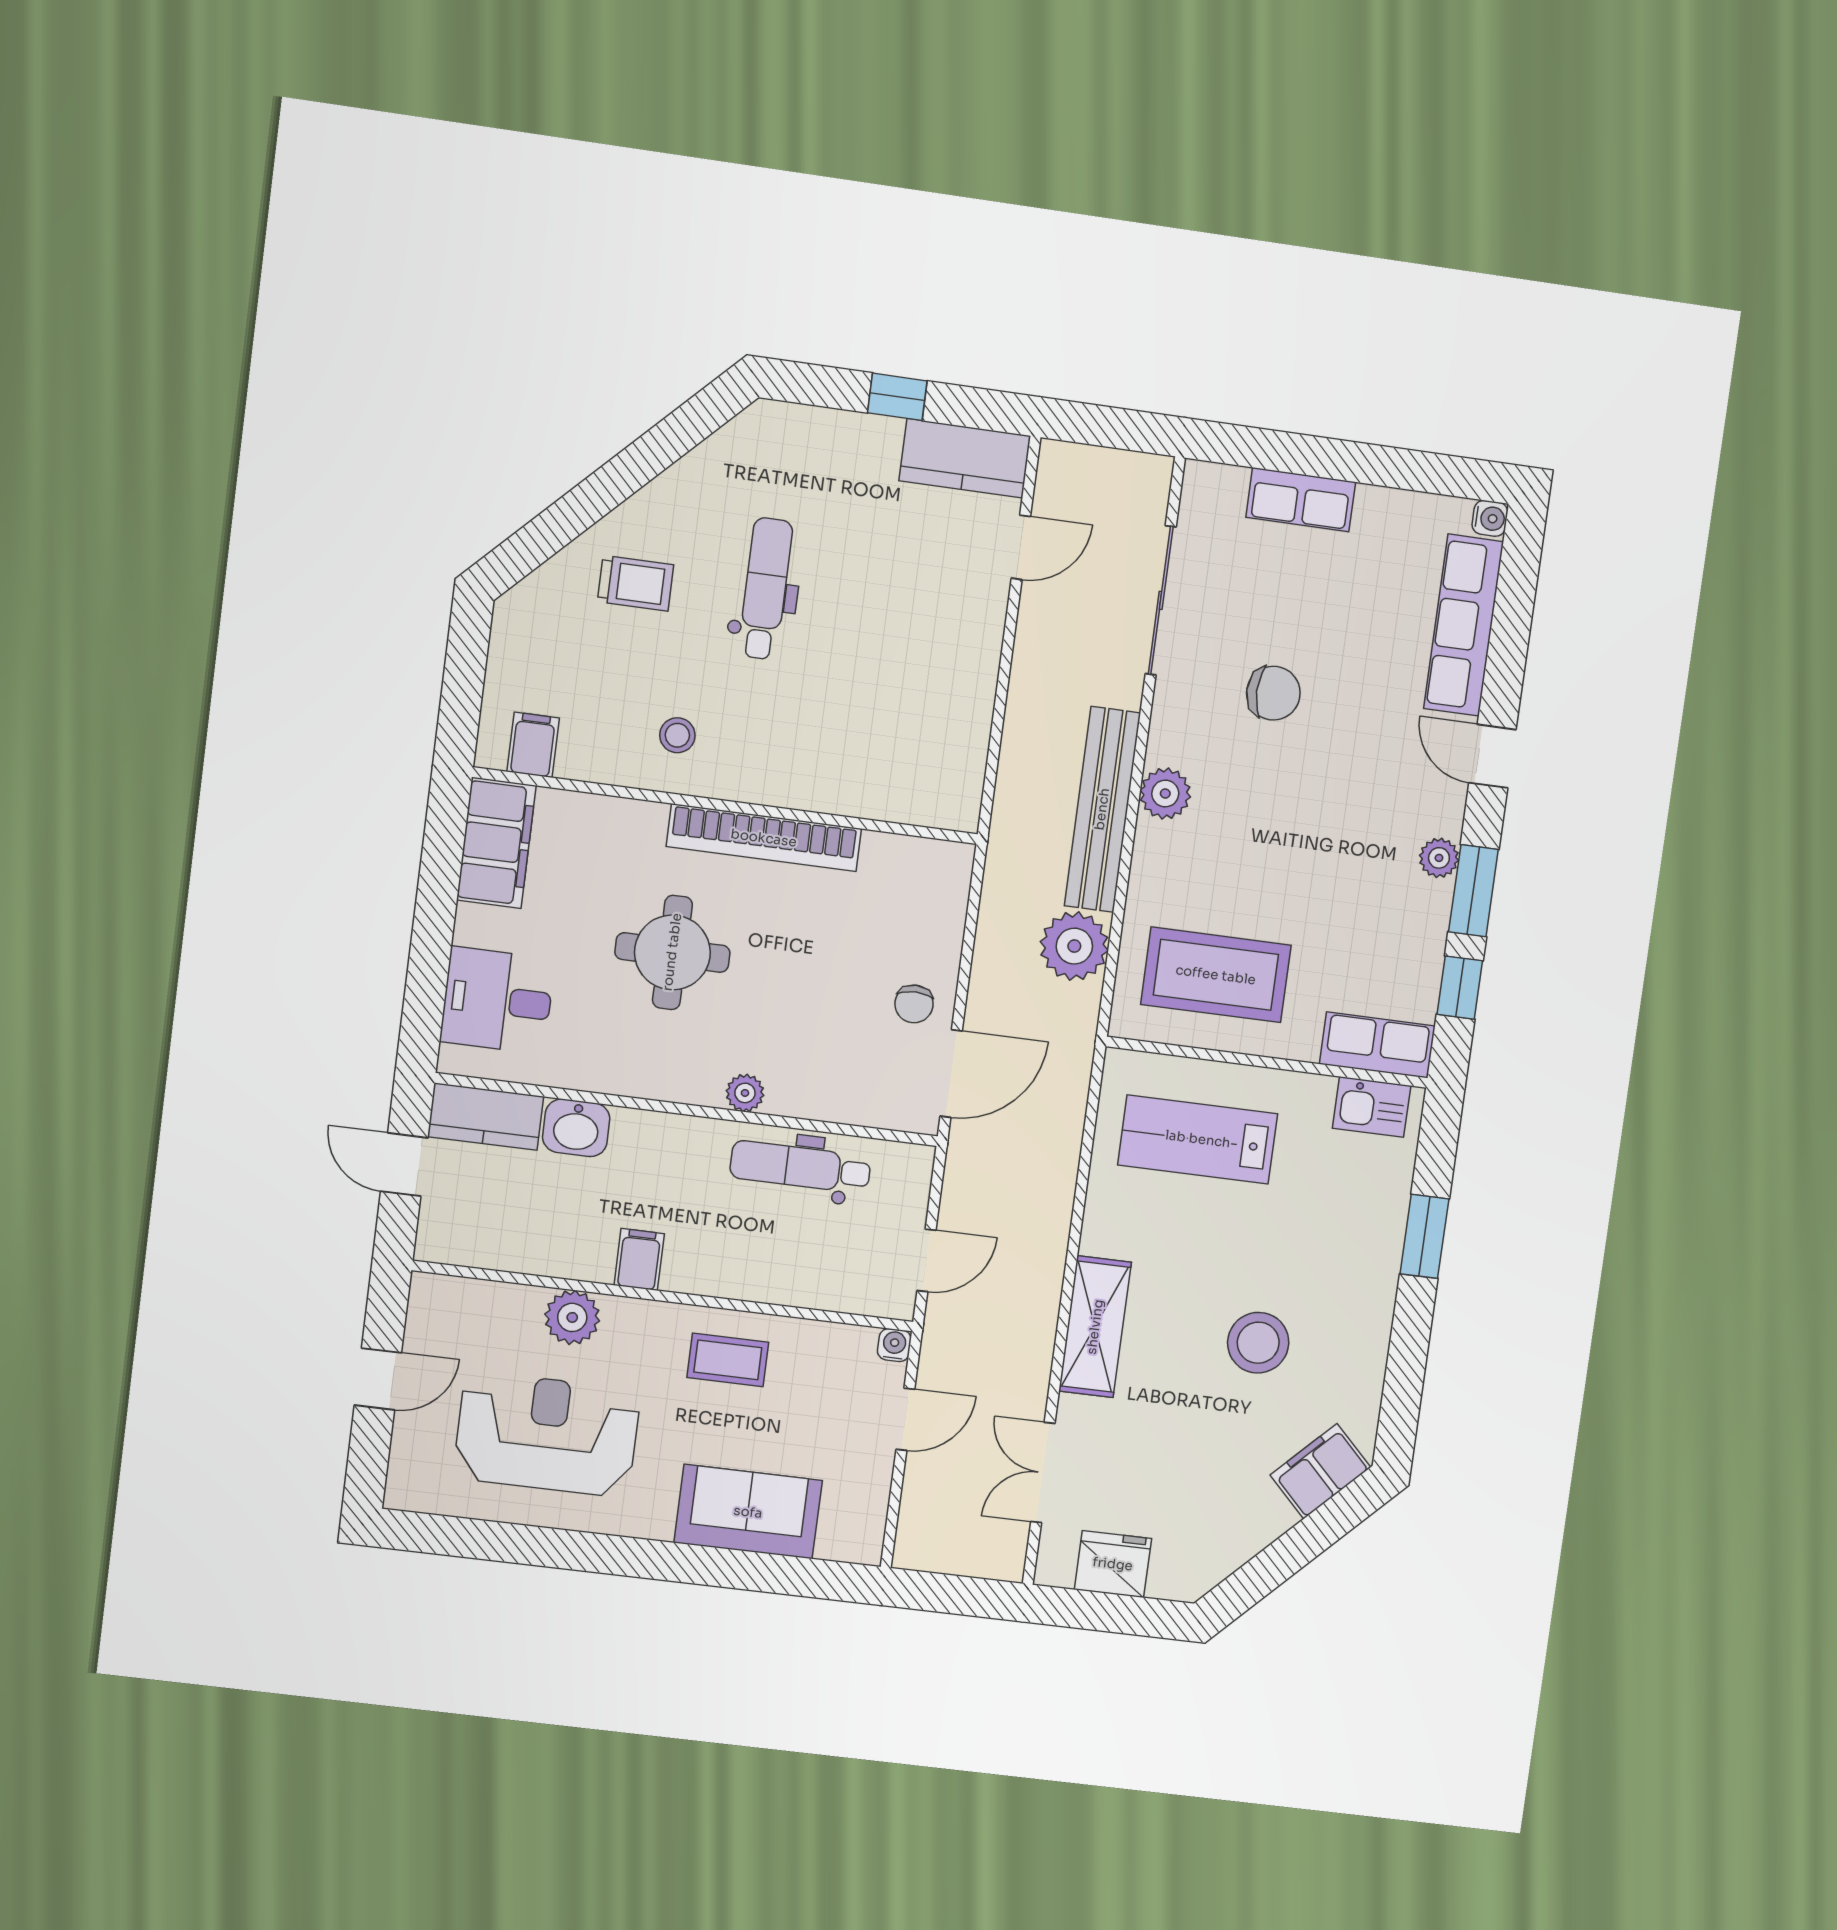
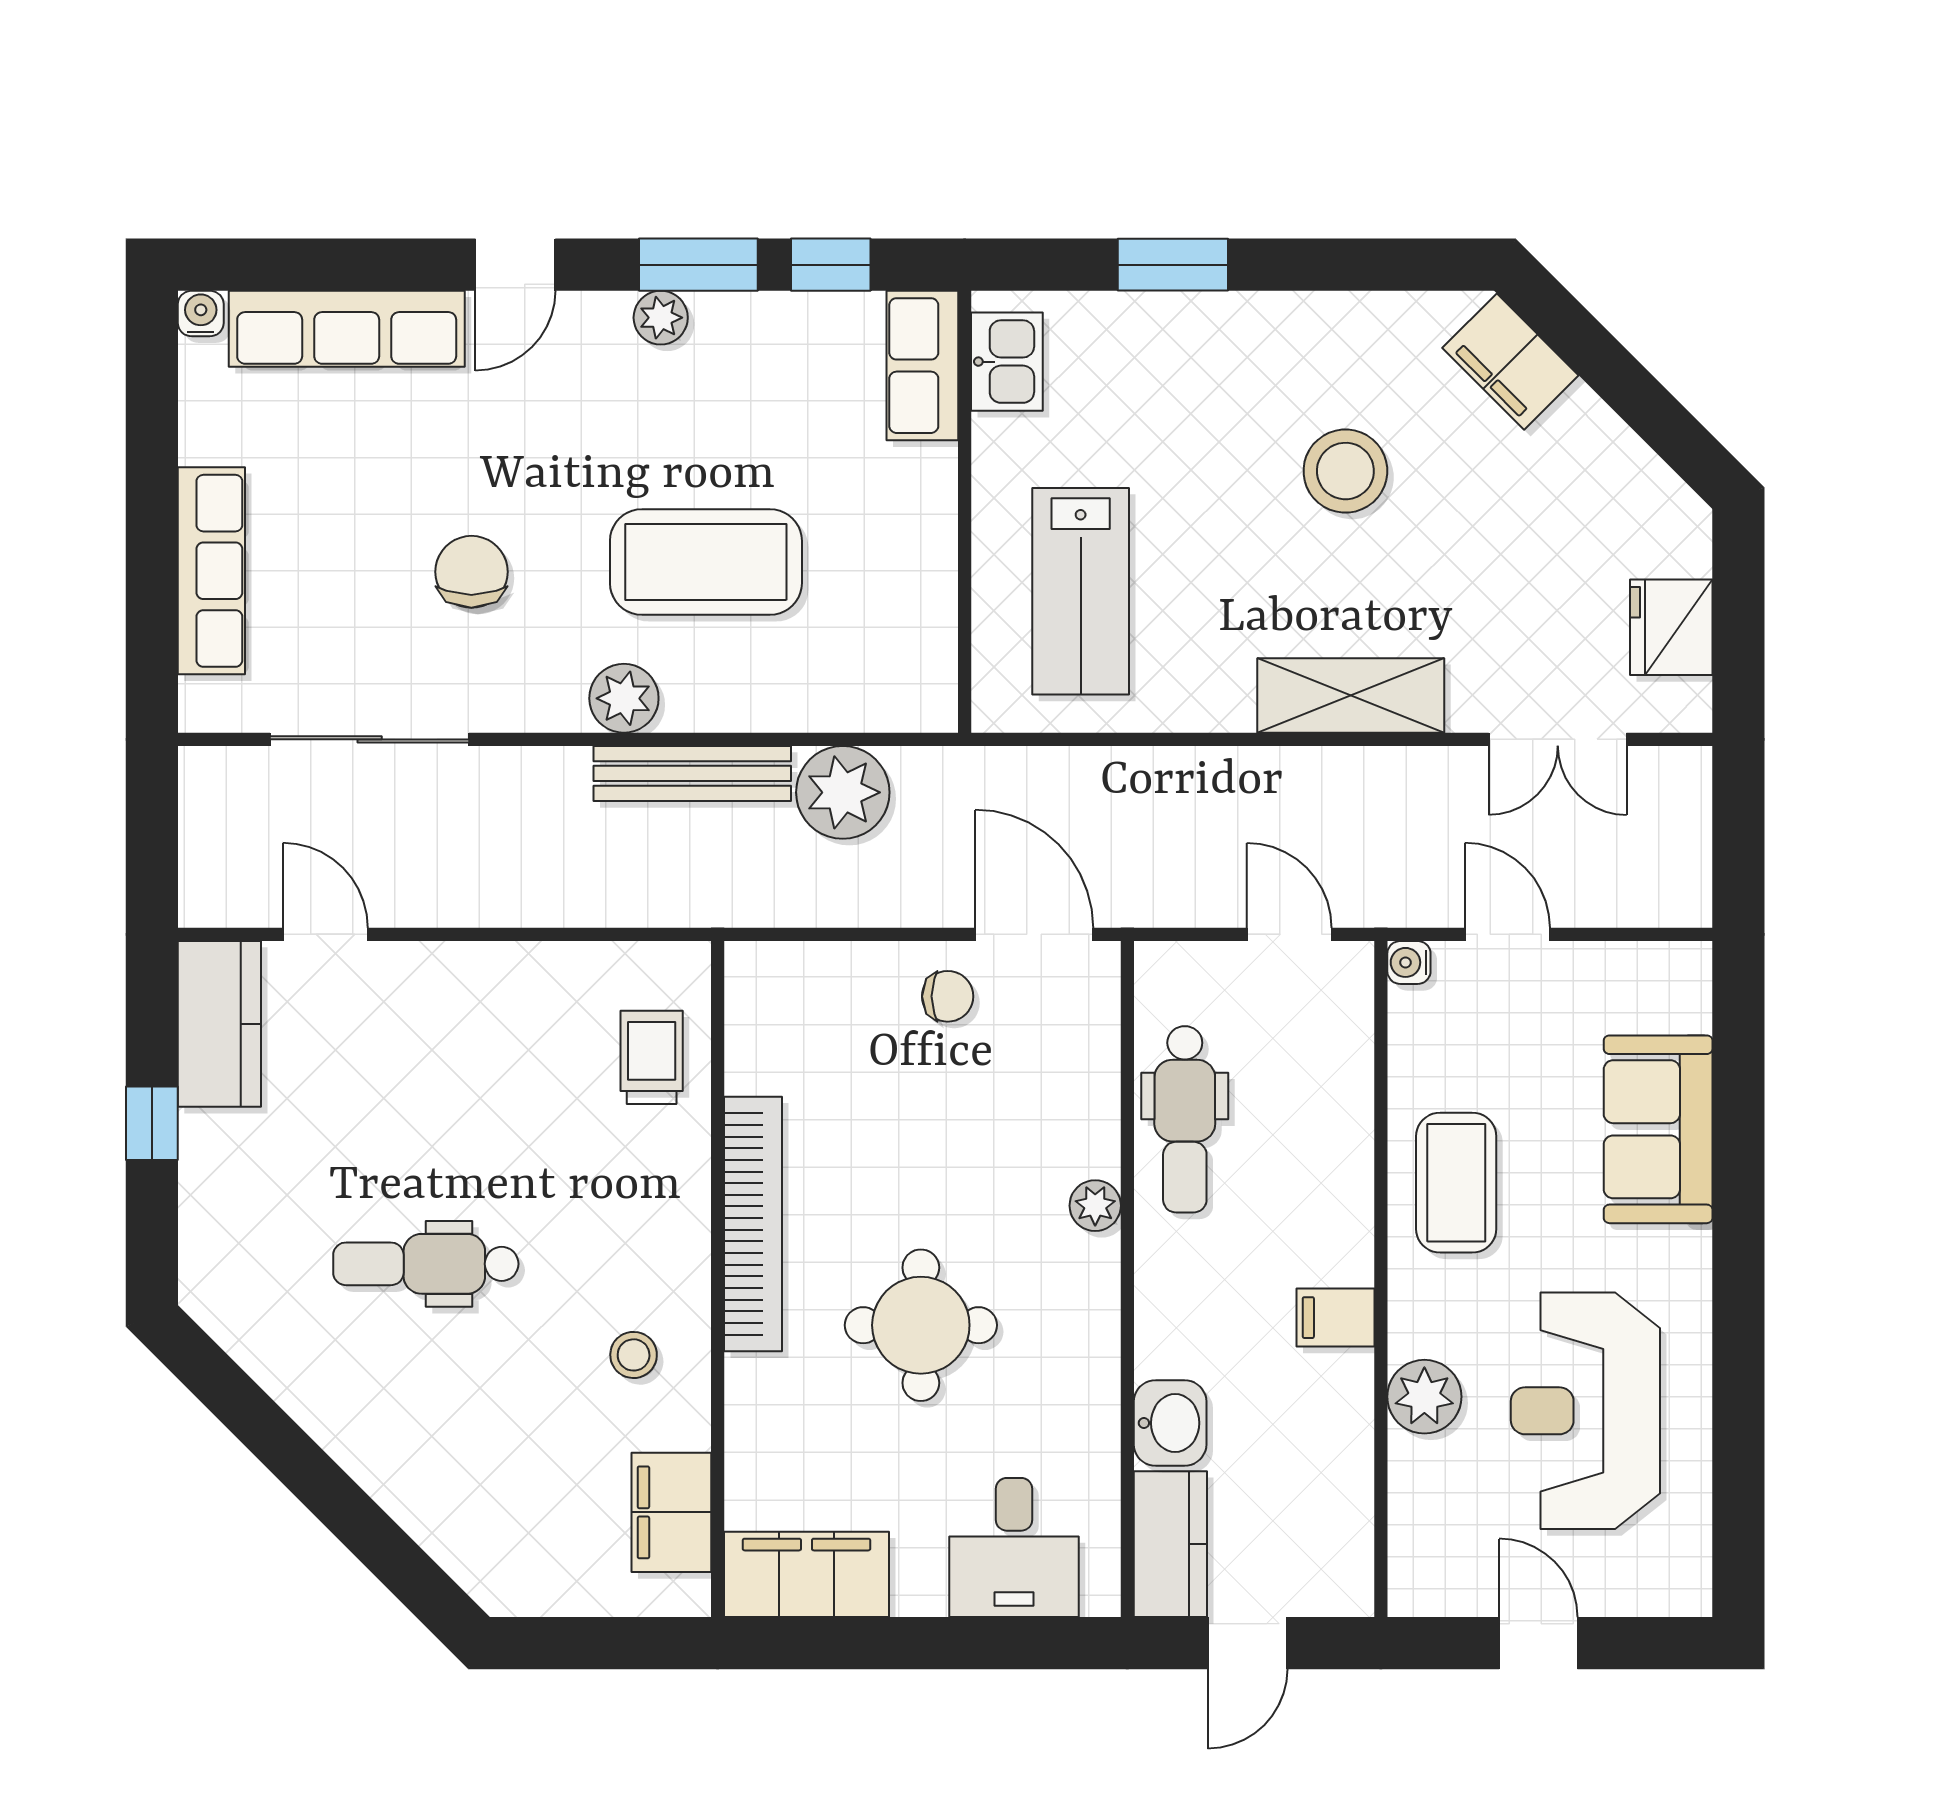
row of seats: (1301, 500) -> (211, 571), width x1.48
trolley: (636, 583) -> (652, 1057), moved
filing cabinet: (533, 745) -> (671, 1512), width x2.00
bench: (1102, 809) -> (692, 773), width x0.73, depth x0.82
coffee table: (1216, 975) -> (706, 562), moved, turned 90
coffee table: (728, 1360) -> (1456, 1183), width x1.36, depth x1.30

